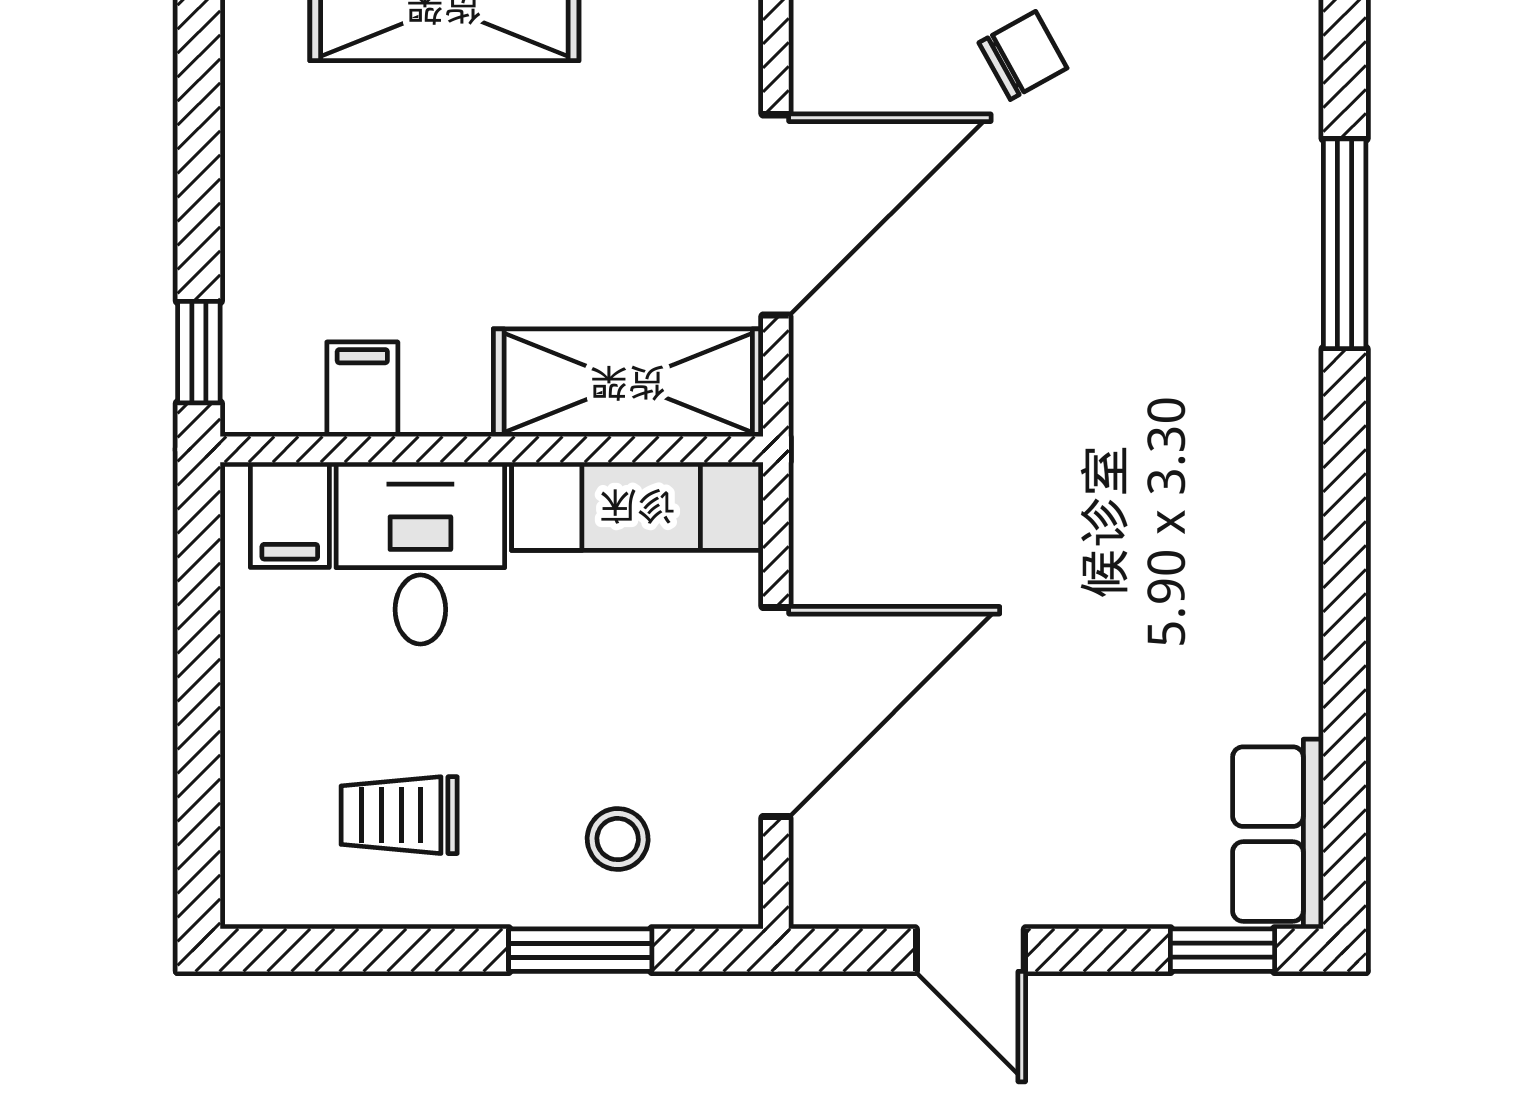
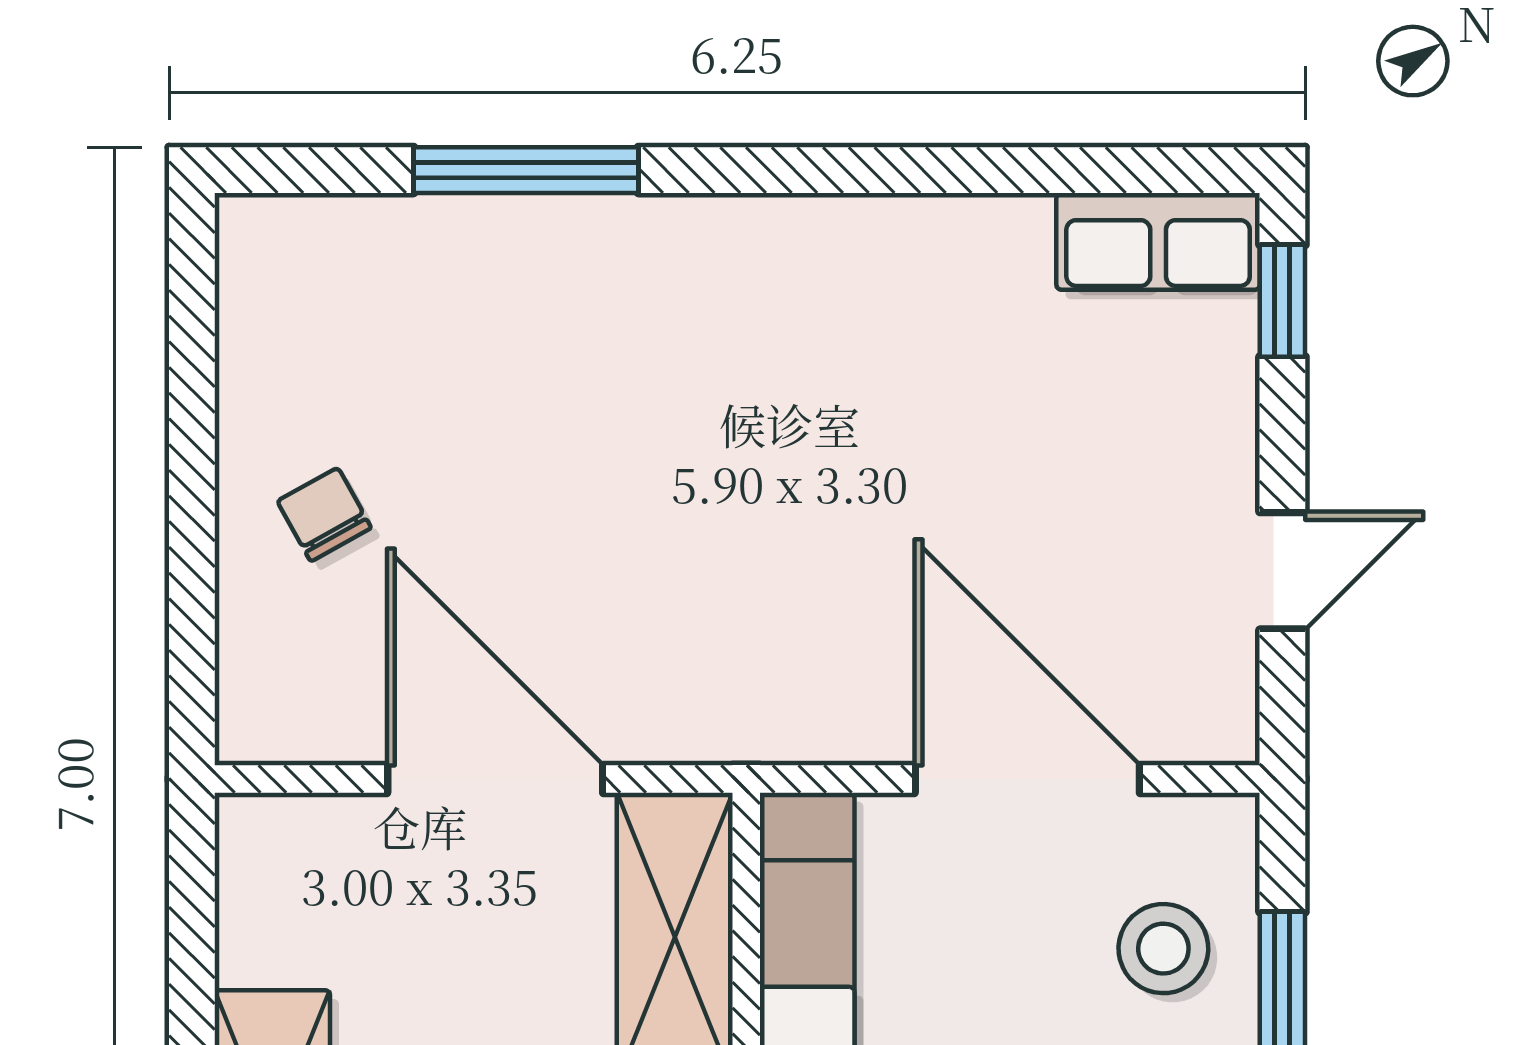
stool: (618, 839) -> (1163, 949), width x1.37, depth x1.37

